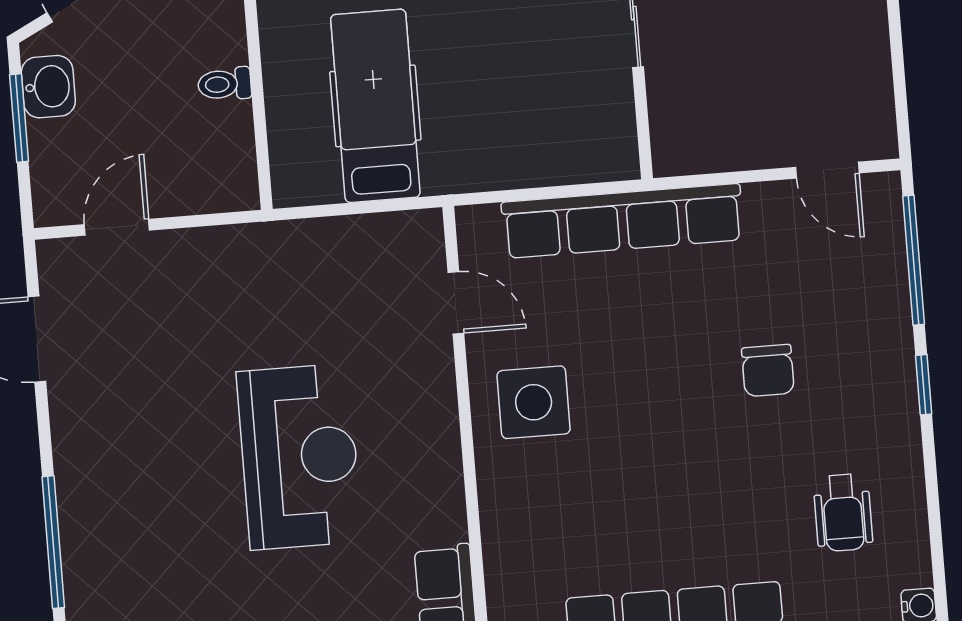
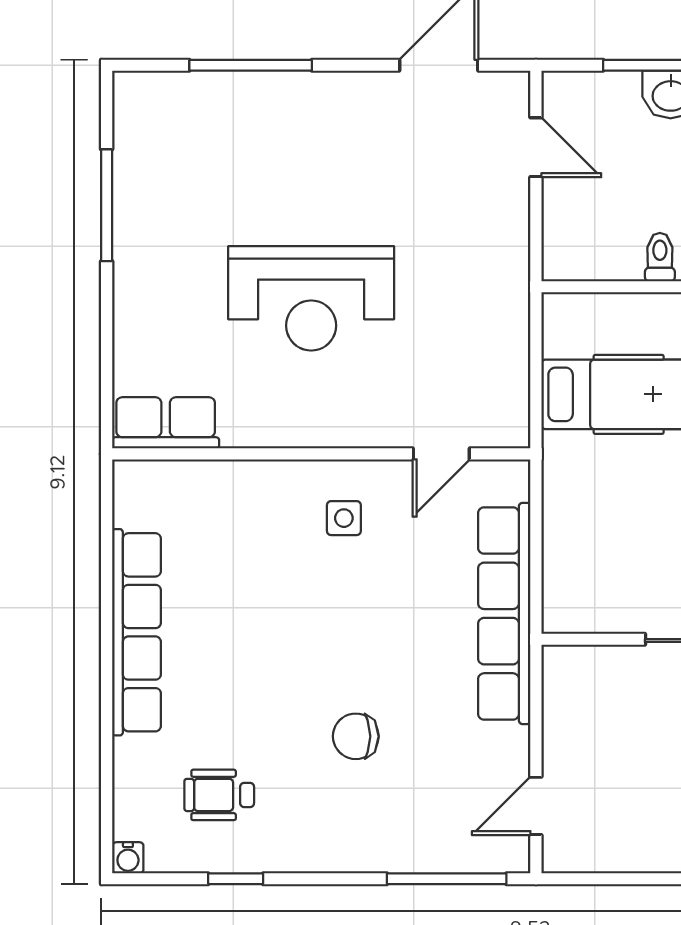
window: (924, 385) -> (236, 879), moved
side table: (534, 402) -> (344, 518), width x0.54, depth x0.54

